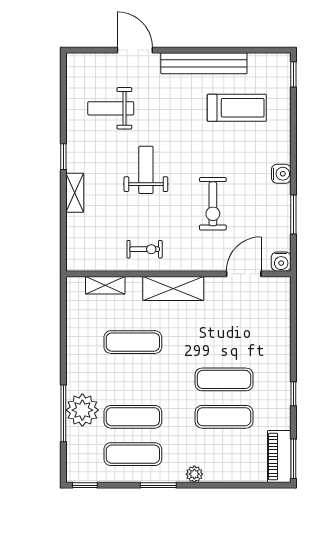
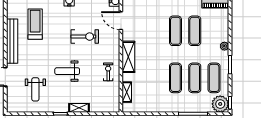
exercise mat: (133, 342) -> (175, 78), moved
plant: (82, 410) -> (220, 104), moved

